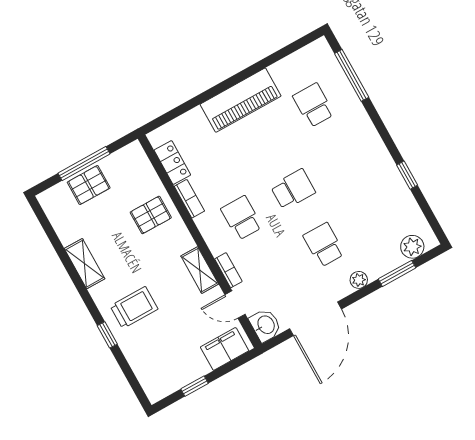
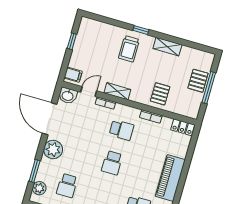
locker: (172, 162) -> (183, 127), moved
school desk: (324, 245) -> (67, 186), moved, turned 90
plant: (359, 280) -> (53, 150), width x1.88, depth x1.88
window: (107, 335) -> (141, 30), moved
filing cabinet: (225, 349) -> (73, 75), width x0.50

